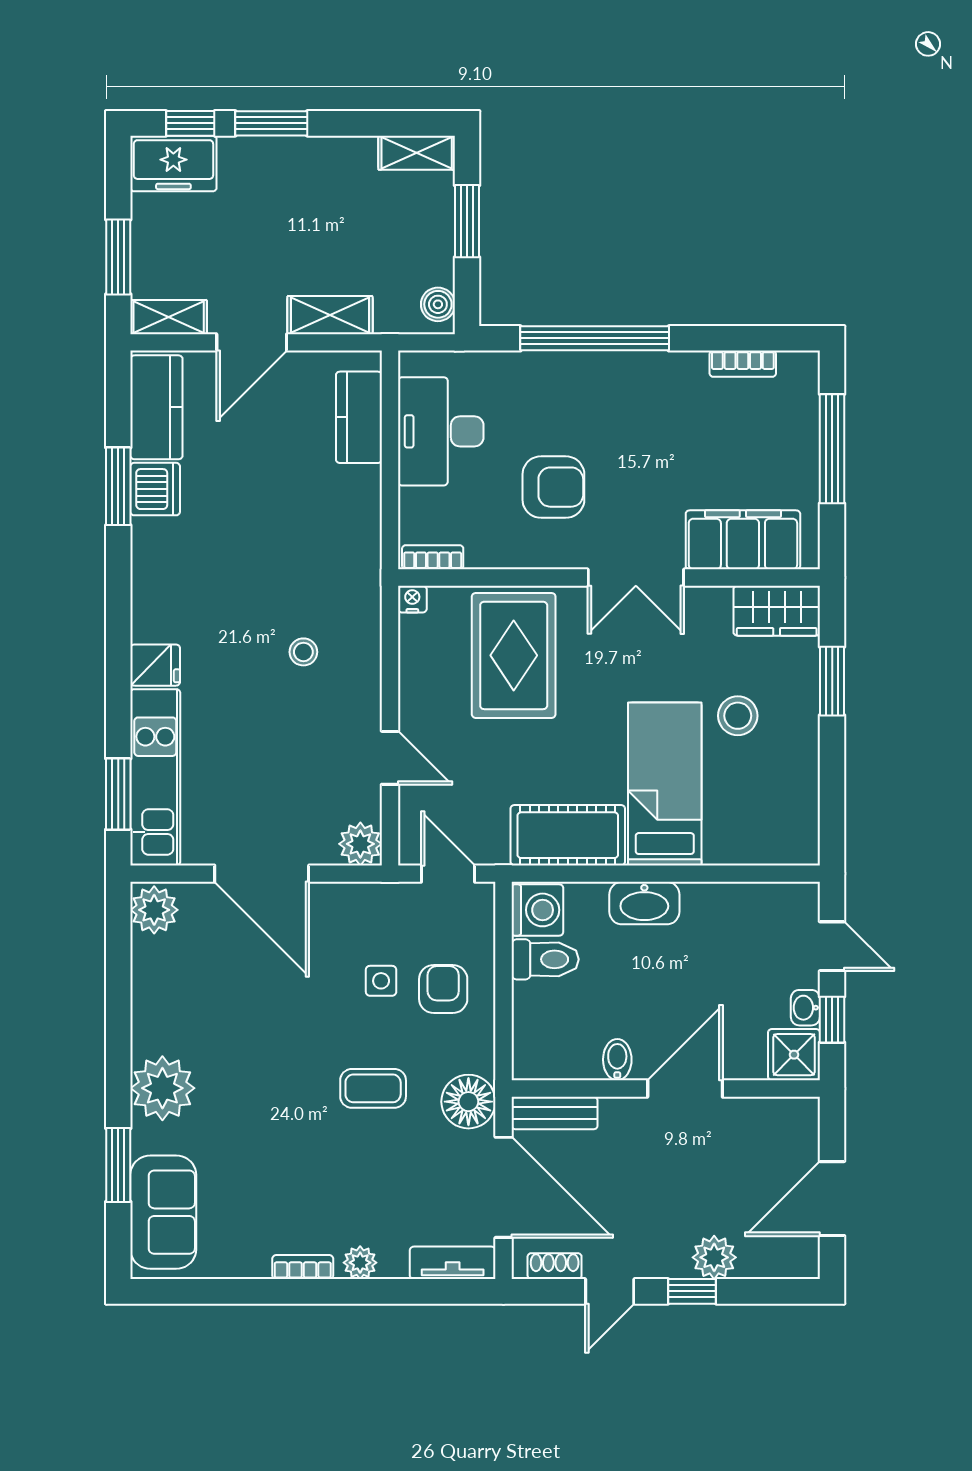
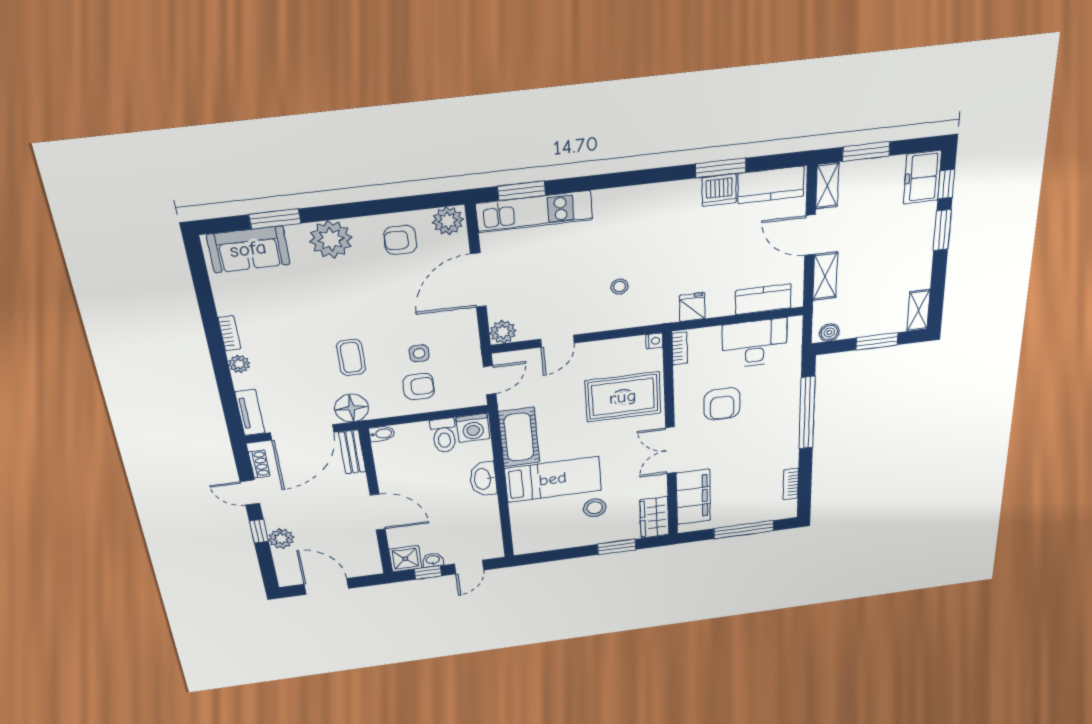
fridge: (155, 665) -> (692, 307), moved, turned 180
armchair: (177, 985) -> (400, 240), added
bidet: (617, 1060) -> (382, 434), moved

